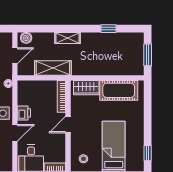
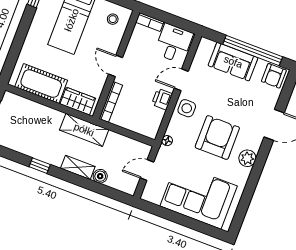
window: (109, 29) -> (40, 166), moved
boiler: (26, 38) -> (100, 176), moved
shelving: (53, 68) -> (84, 130), moved
door: (68, 125) -> (116, 66), swing flipped

